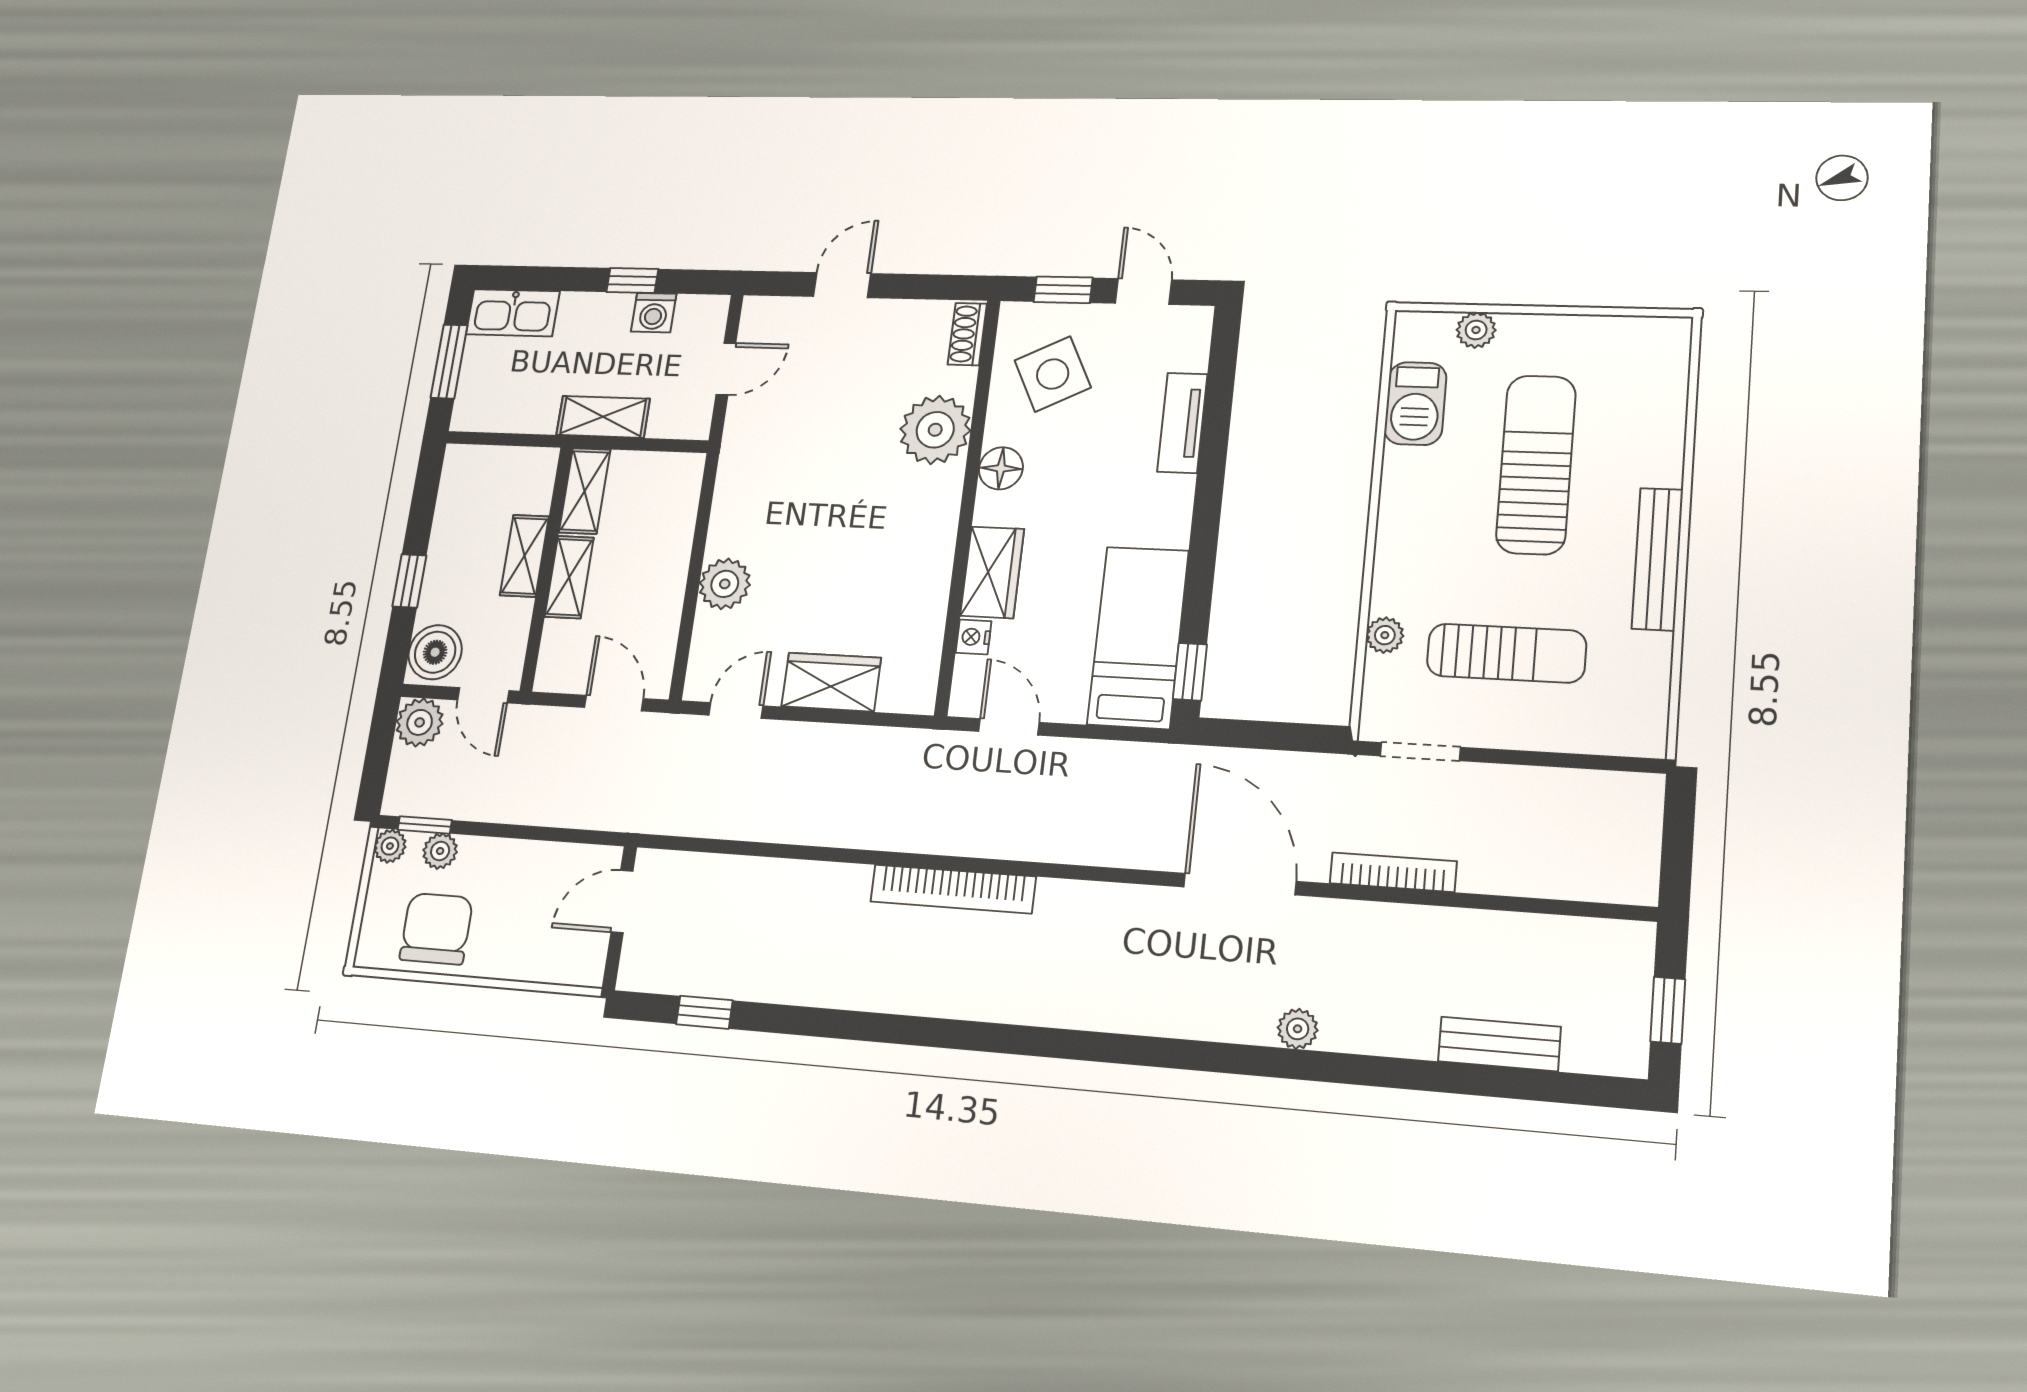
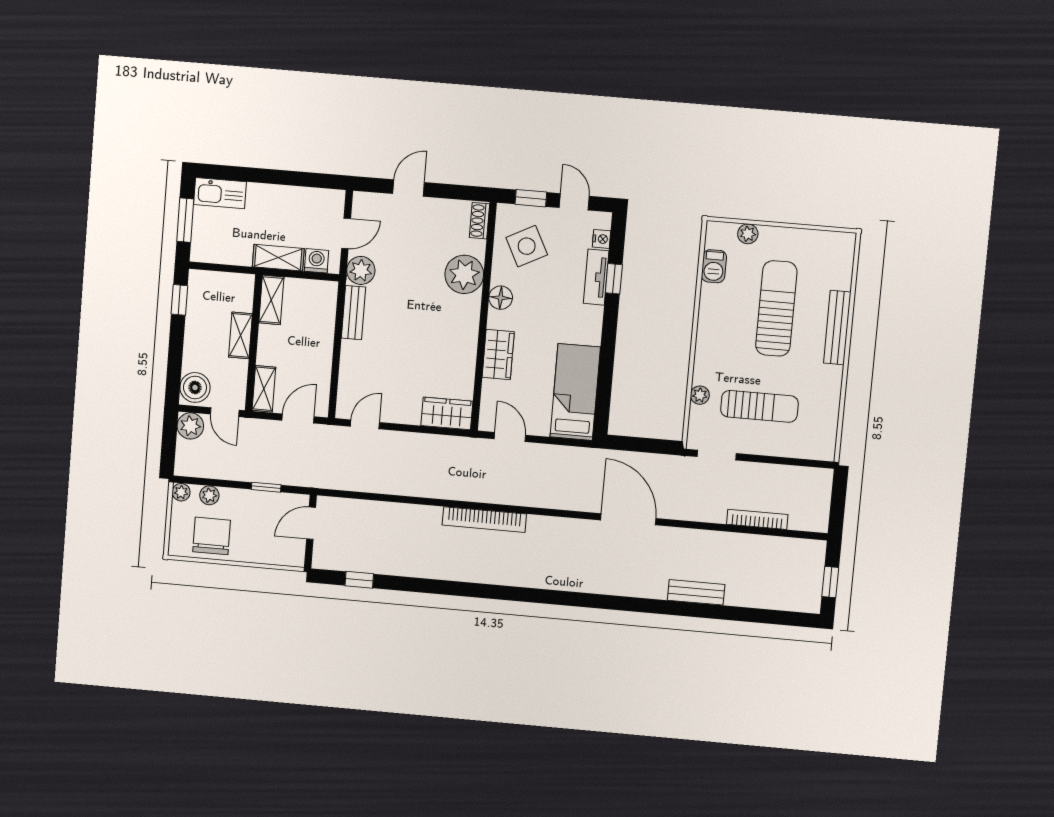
window: (632, 280) -> (288, 178), removed
washing machine: (654, 313) -> (317, 261), moved, turned 180
barbecue: (1415, 403) -> (714, 266), width x0.73, depth x0.79
bench: (729, 507) -> (353, 313), added
bench: (1657, 559) -> (837, 328), moved
shelving: (569, 577) -> (264, 389), moved
window: (409, 581) -> (179, 300), moved
plant: (725, 584) -> (361, 270), moved
nightstand: (974, 637) -> (602, 239), moved, turned 180
window: (1190, 672) -> (614, 279), moved
wardrobe: (831, 682) -> (447, 413), moved
door: (614, 703) -> (298, 418), hinge flipped
window: (425, 825) -> (266, 487), moved
bookcase: (1393, 872) -> (757, 519), moved
plant: (1298, 1029) -> (657, 590), removed
bench: (1499, 1044) -> (696, 592), moved

